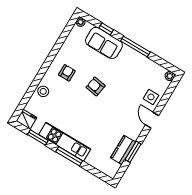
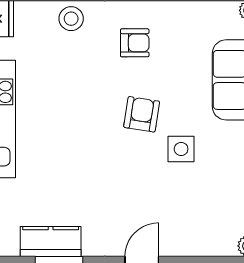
side table: (151, 97) -> (181, 149), moved

